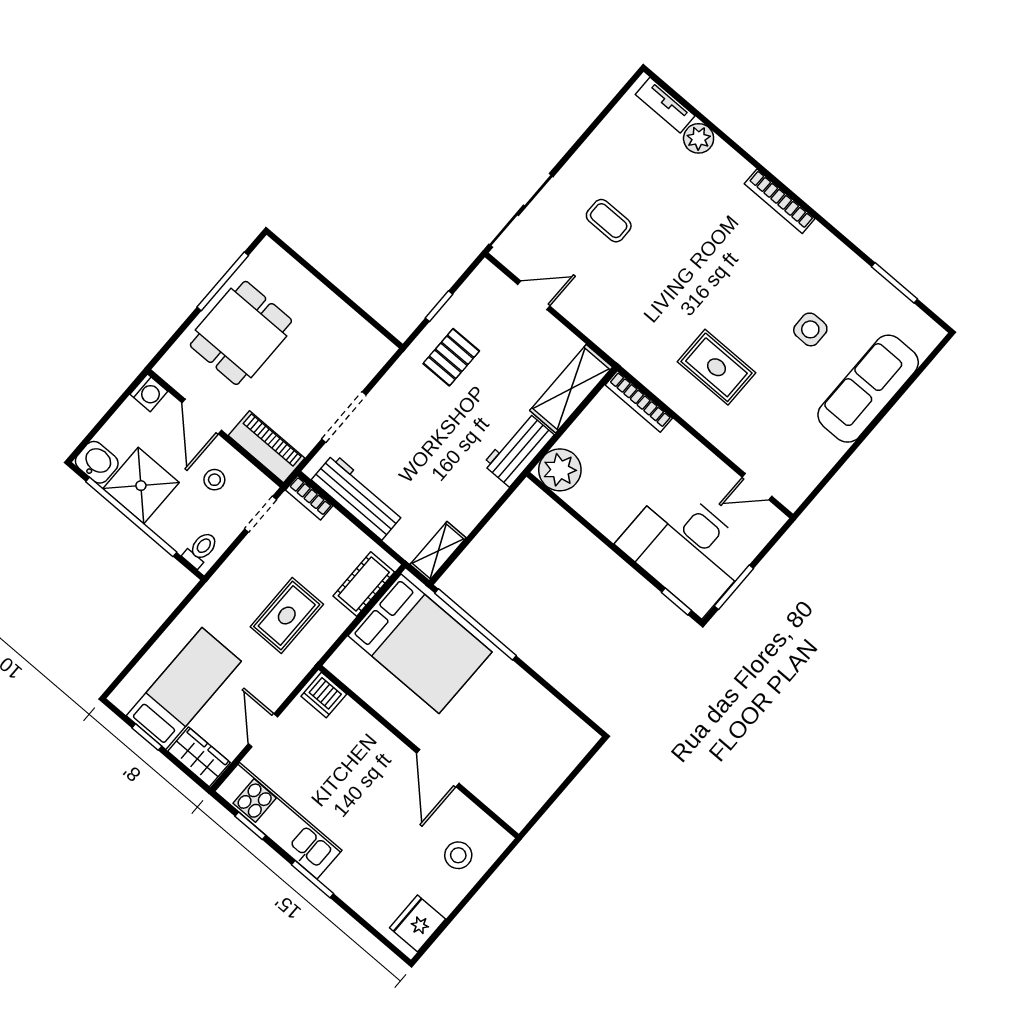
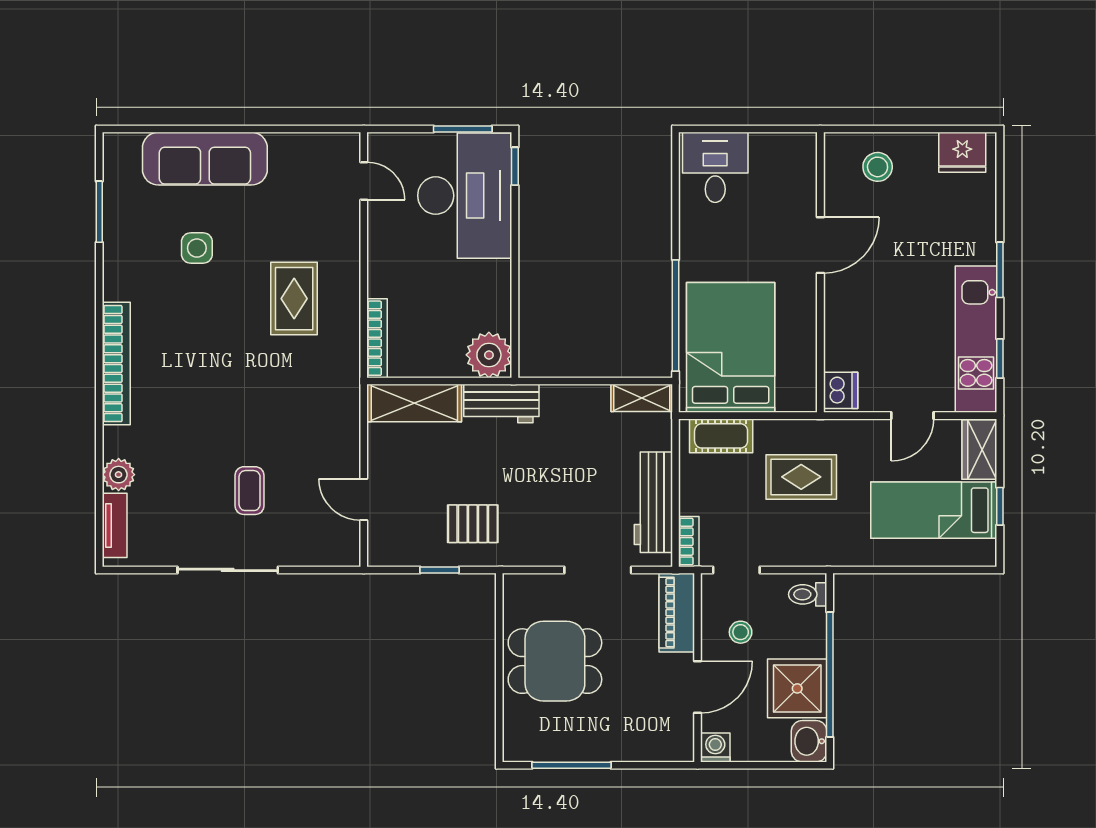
bookcase: (780, 201) -> (116, 364), width x1.48, depth x1.31
sliding door: (521, 210) -> (228, 570), moved
dining table: (241, 333) -> (555, 661), moved
desk: (555, 741) -> (715, 167), added

